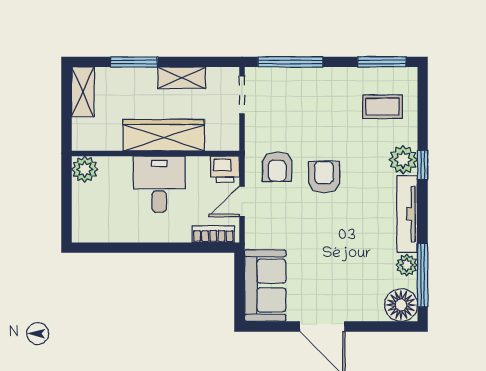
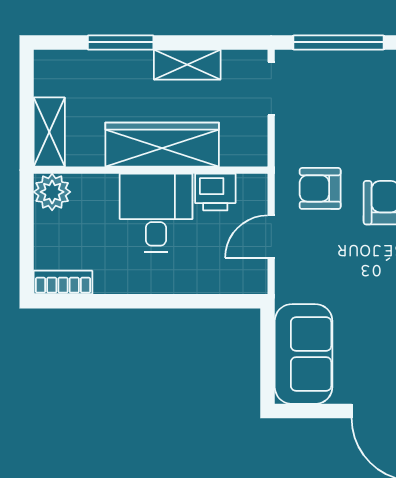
shelving: (83, 92) -> (49, 132), moved
armchair: (277, 167) -> (320, 188), turned 90
printer: (225, 169) -> (215, 192), moved
bookcase: (213, 234) -> (63, 282), moved

